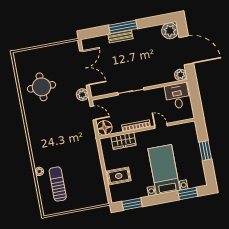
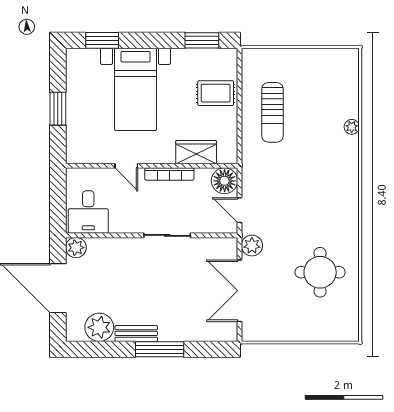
plant: (170, 31) -> (99, 327), moved
bench: (120, 37) -> (136, 333), moved
sun lounger: (58, 184) -> (272, 112), moved

